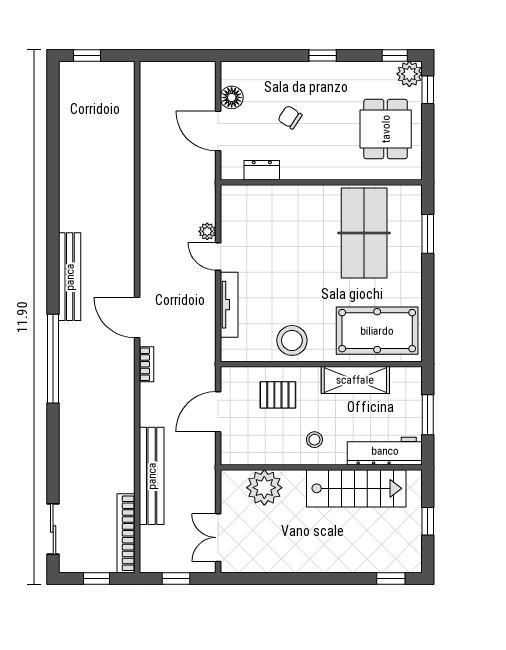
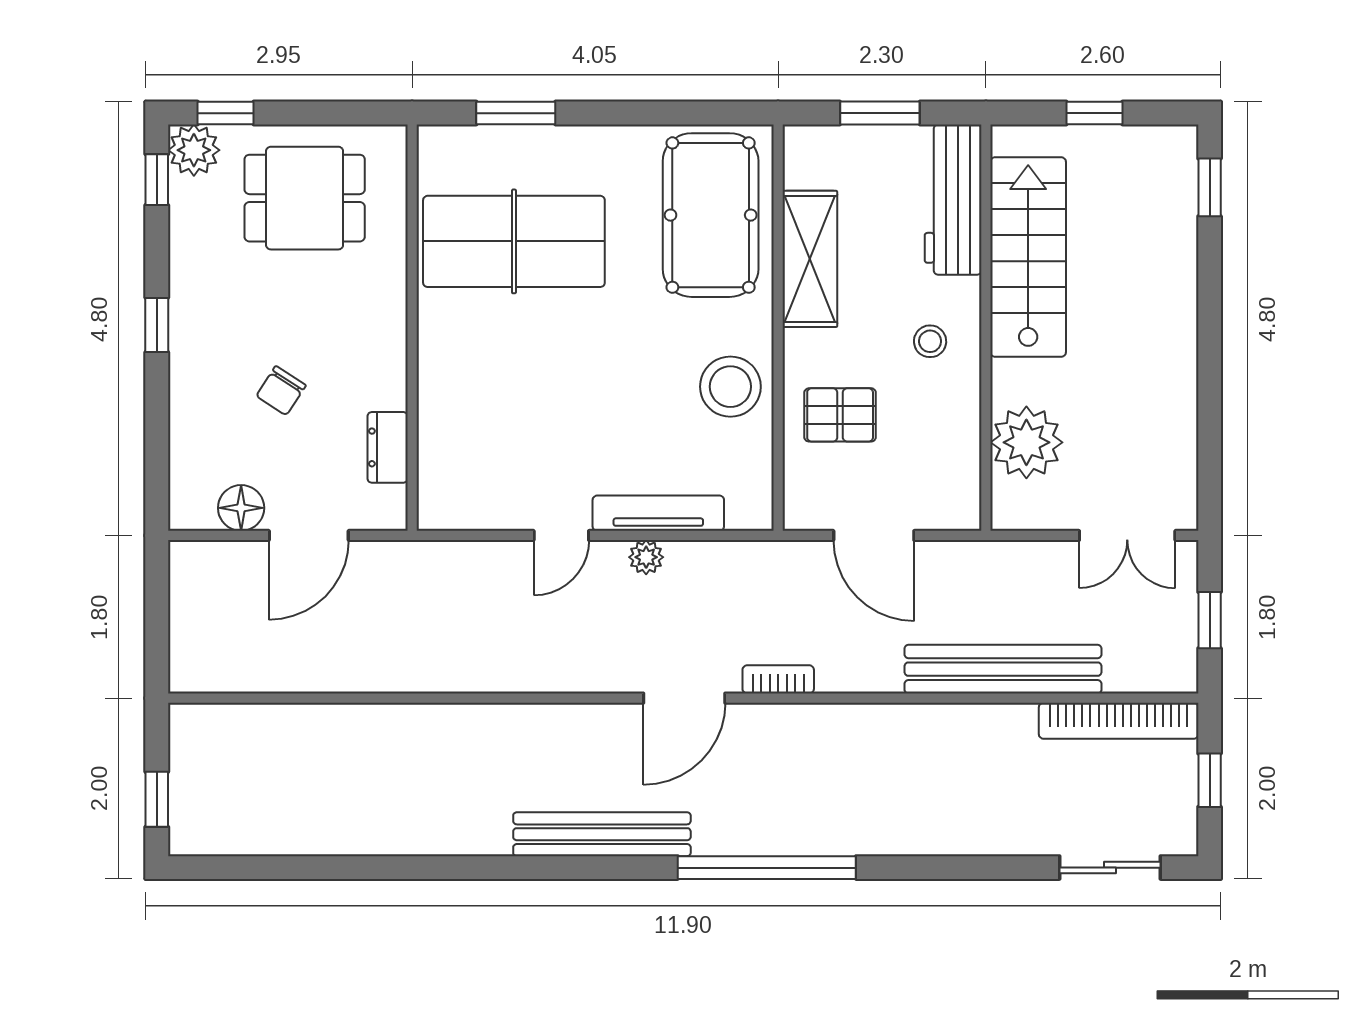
plant: (207, 231) -> (646, 557), moved
pallet: (278, 395) -> (840, 415), turned 90

